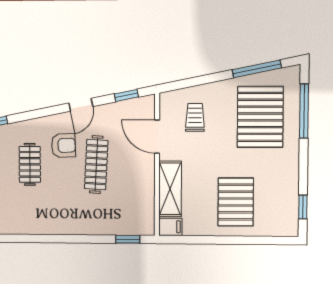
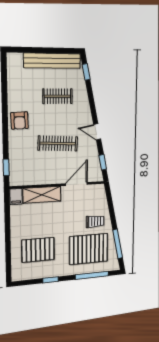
trolley: (195, 117) -> (95, 221), moved
armchair: (63, 145) -> (20, 121), moved
pallet: (236, 202) -> (38, 250), moved
window: (303, 207) -> (51, 280), moved

